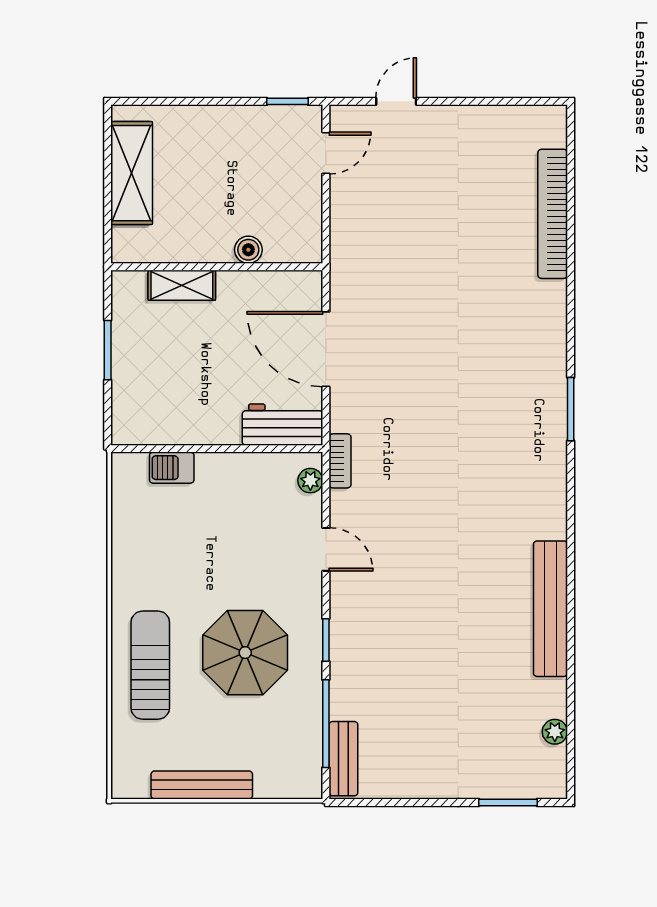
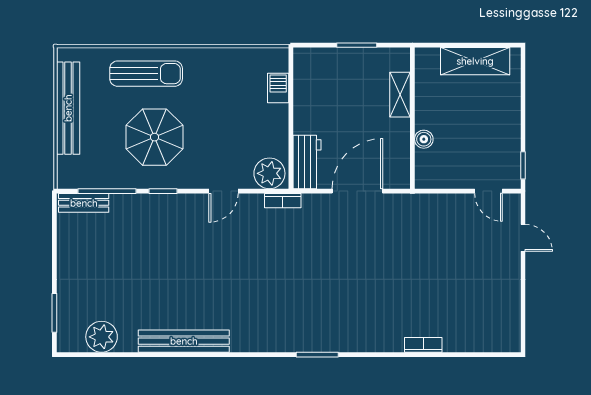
bookcase: (553, 214) -> (423, 345), width x0.43, depth x0.76
plant: (310, 481) -> (269, 173), width x1.88, depth x1.88
plant: (555, 732) -> (102, 337), width x1.88, depth x1.88
bench: (202, 785) -> (68, 108), width x1.37, depth x1.21

